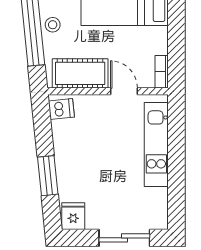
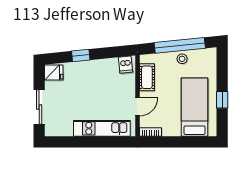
cot: (80, 73) -> (147, 77), width x0.73, depth x0.75
window: (48, 176) -> (81, 56), width x0.67

